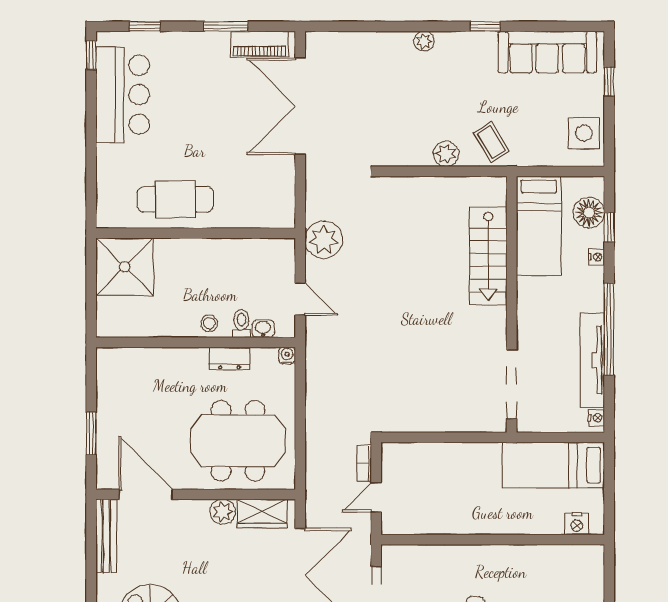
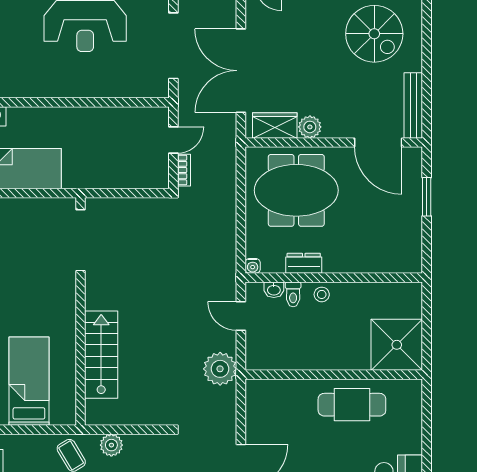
stairs: (488, 256) -> (101, 355), moved
wall: (512, 304) -> (80, 311), moved
doorway: (512, 384) -> (80, 240), moved

